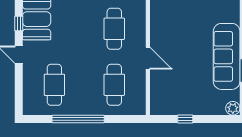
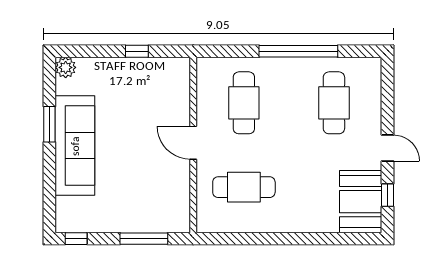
cafe table: (114, 29) -> (244, 187), turned 90

